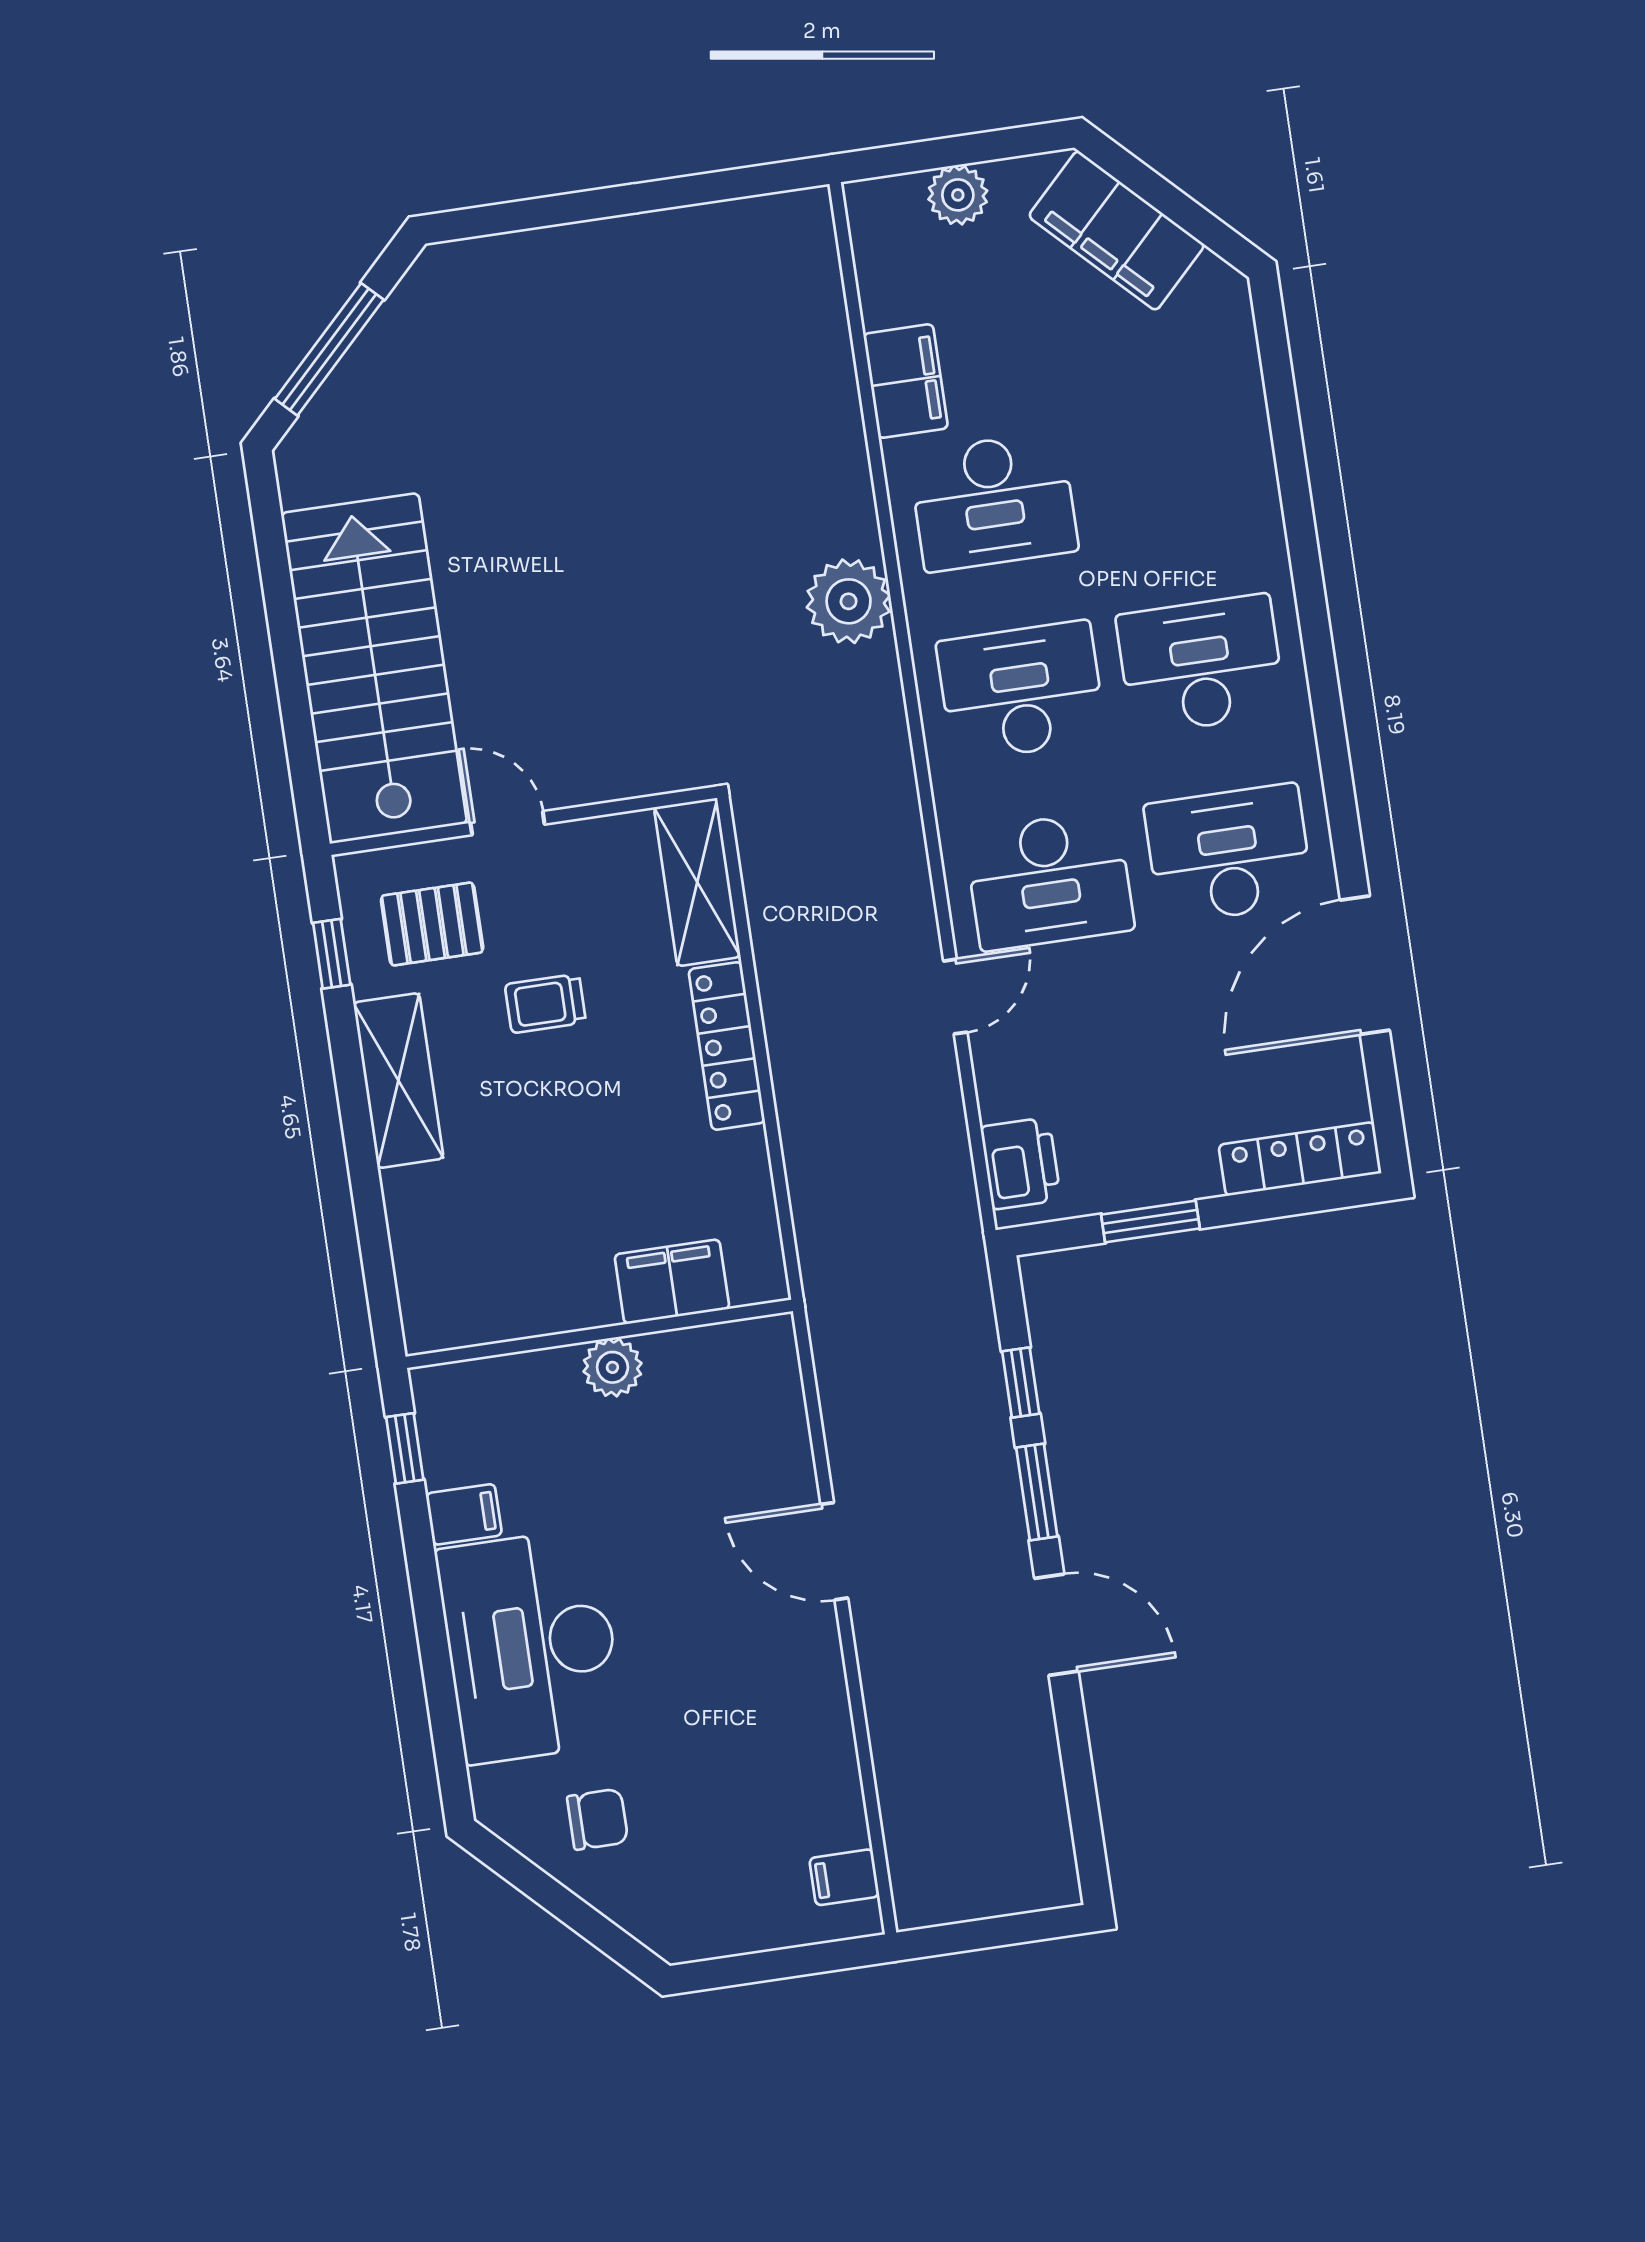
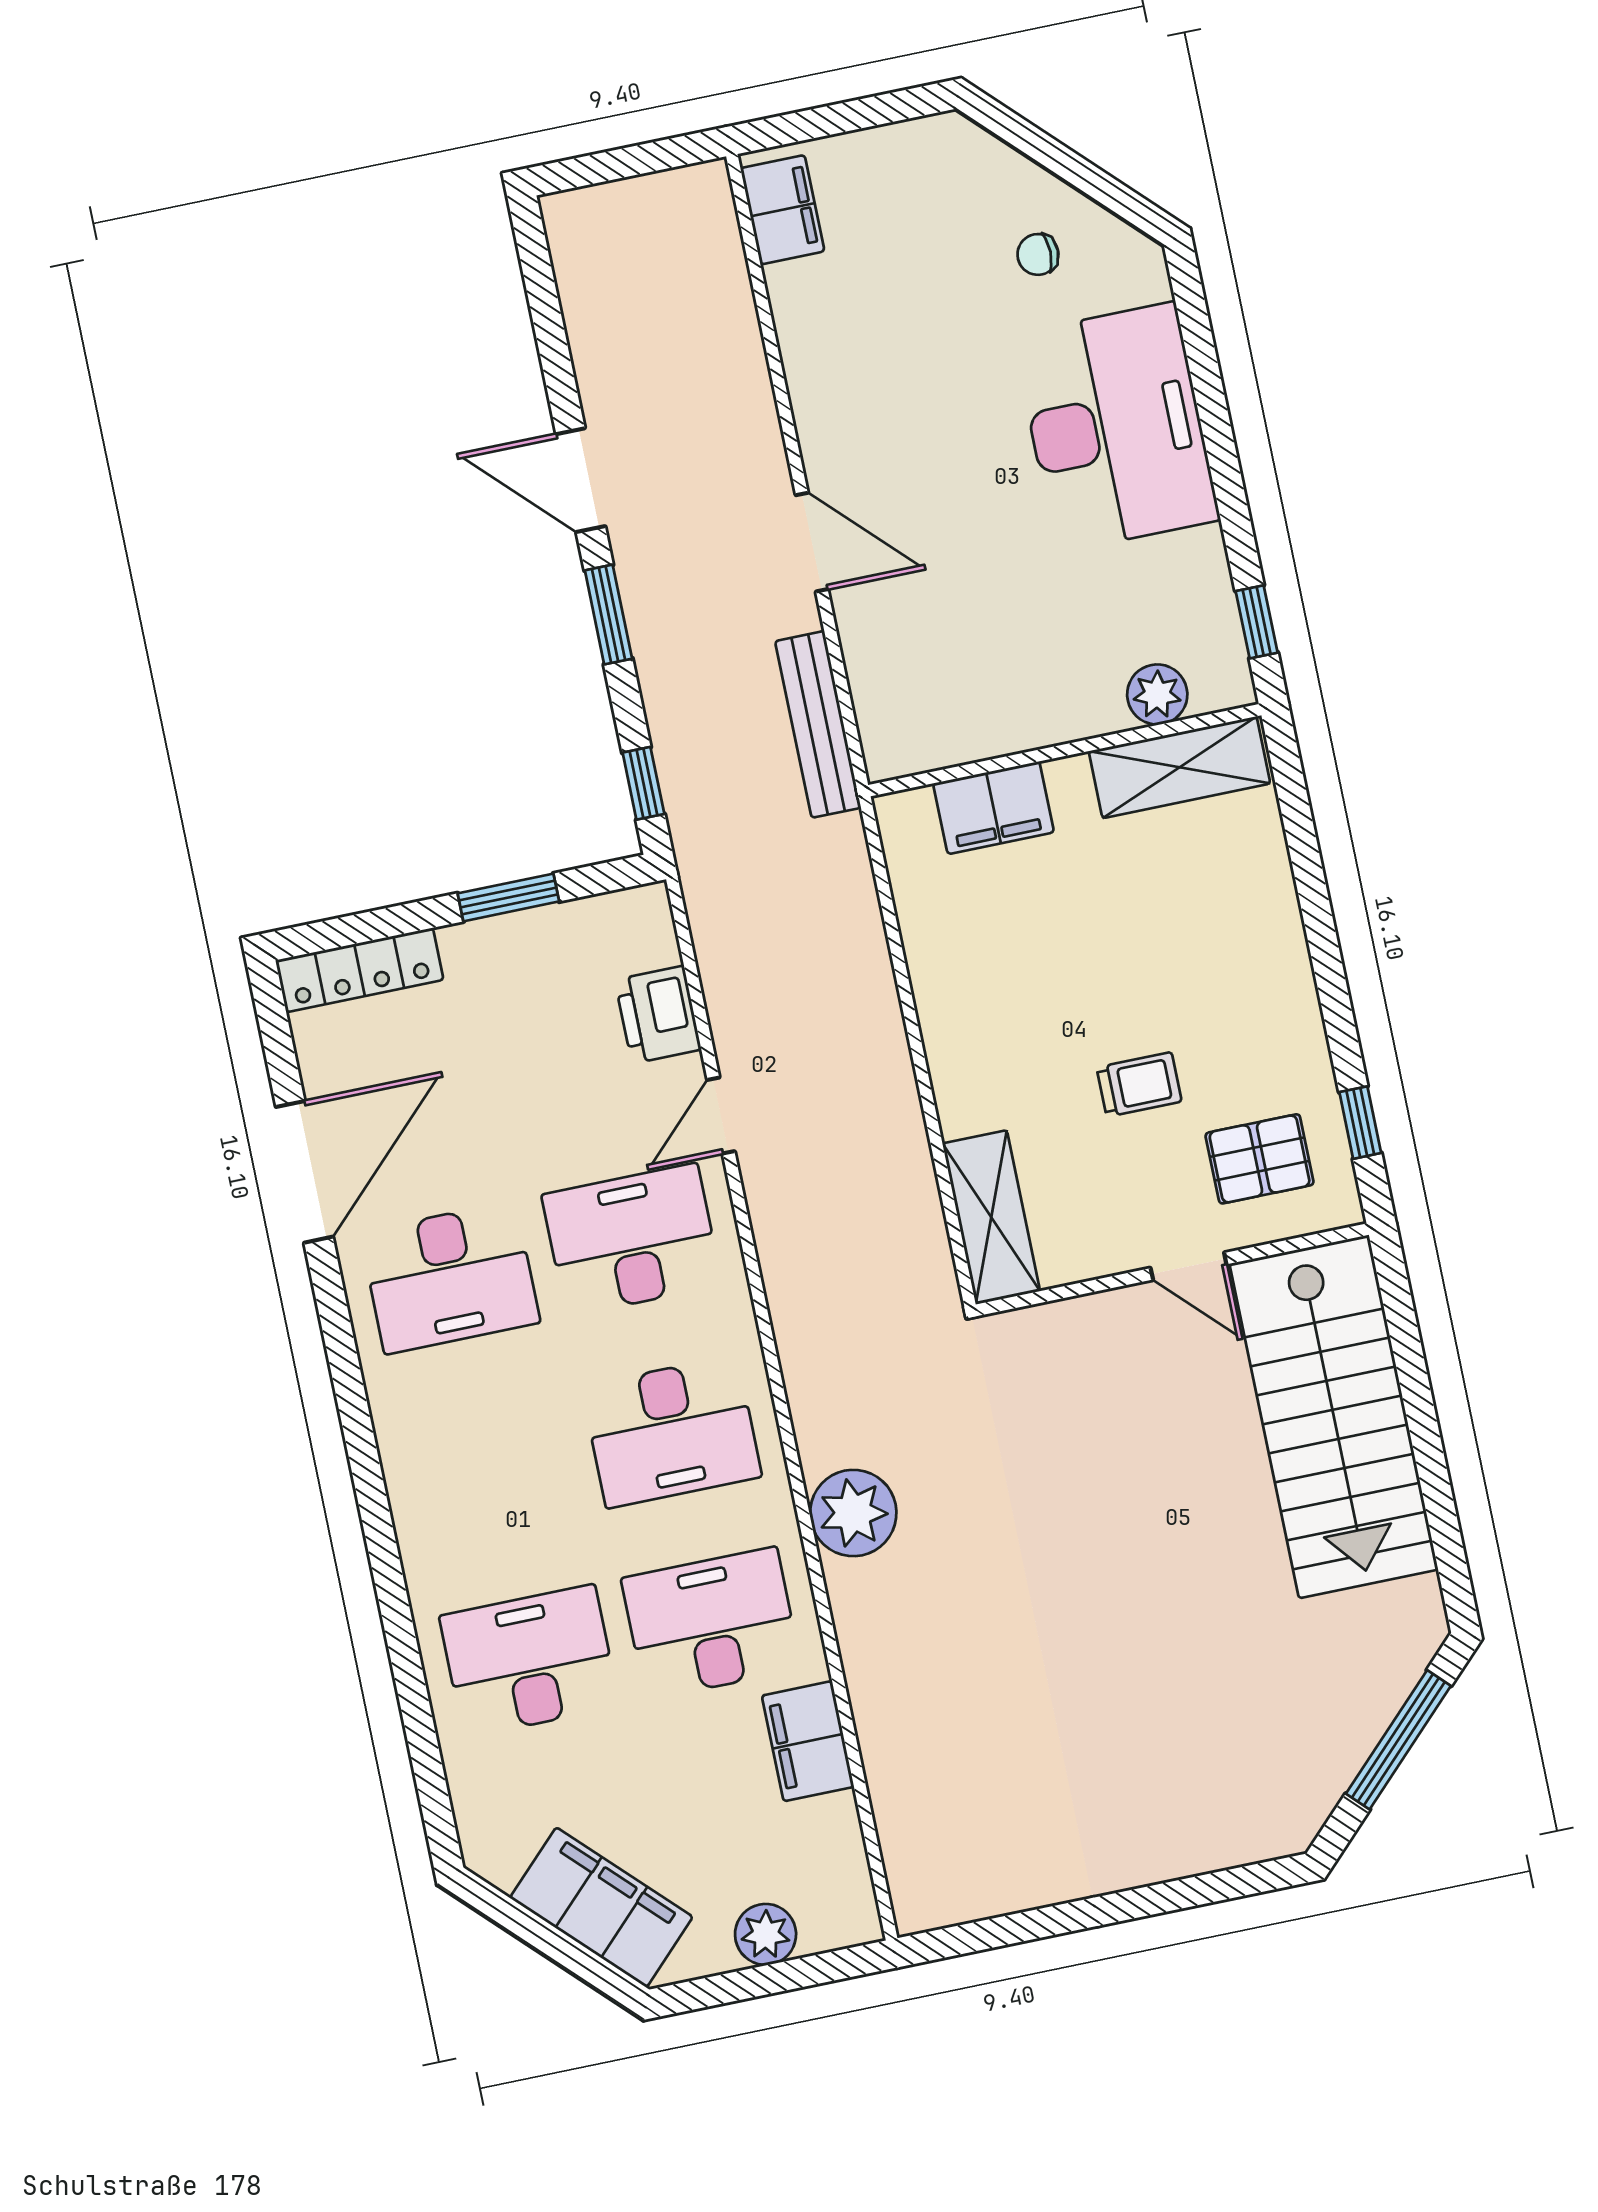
desk: (1201, 664) -> (529, 1661), moved, turned 180
locker: (727, 1046) -> (951, 1052), removed
shelving: (398, 1081) -> (1179, 767), moved, turned 90
printer: (1021, 1163) -> (658, 1015), moved
plant: (612, 1367) -> (1157, 694), moved
bench: (839, 1373) -> (818, 724), added
window: (1021, 1383) -> (643, 783), moved
filing cabinet: (464, 1514) -> (1192, 558), removed
chair: (598, 1819) -> (1038, 254), width x0.73, depth x0.73
filing cabinet: (844, 1877) -> (782, 210), width x2.00

